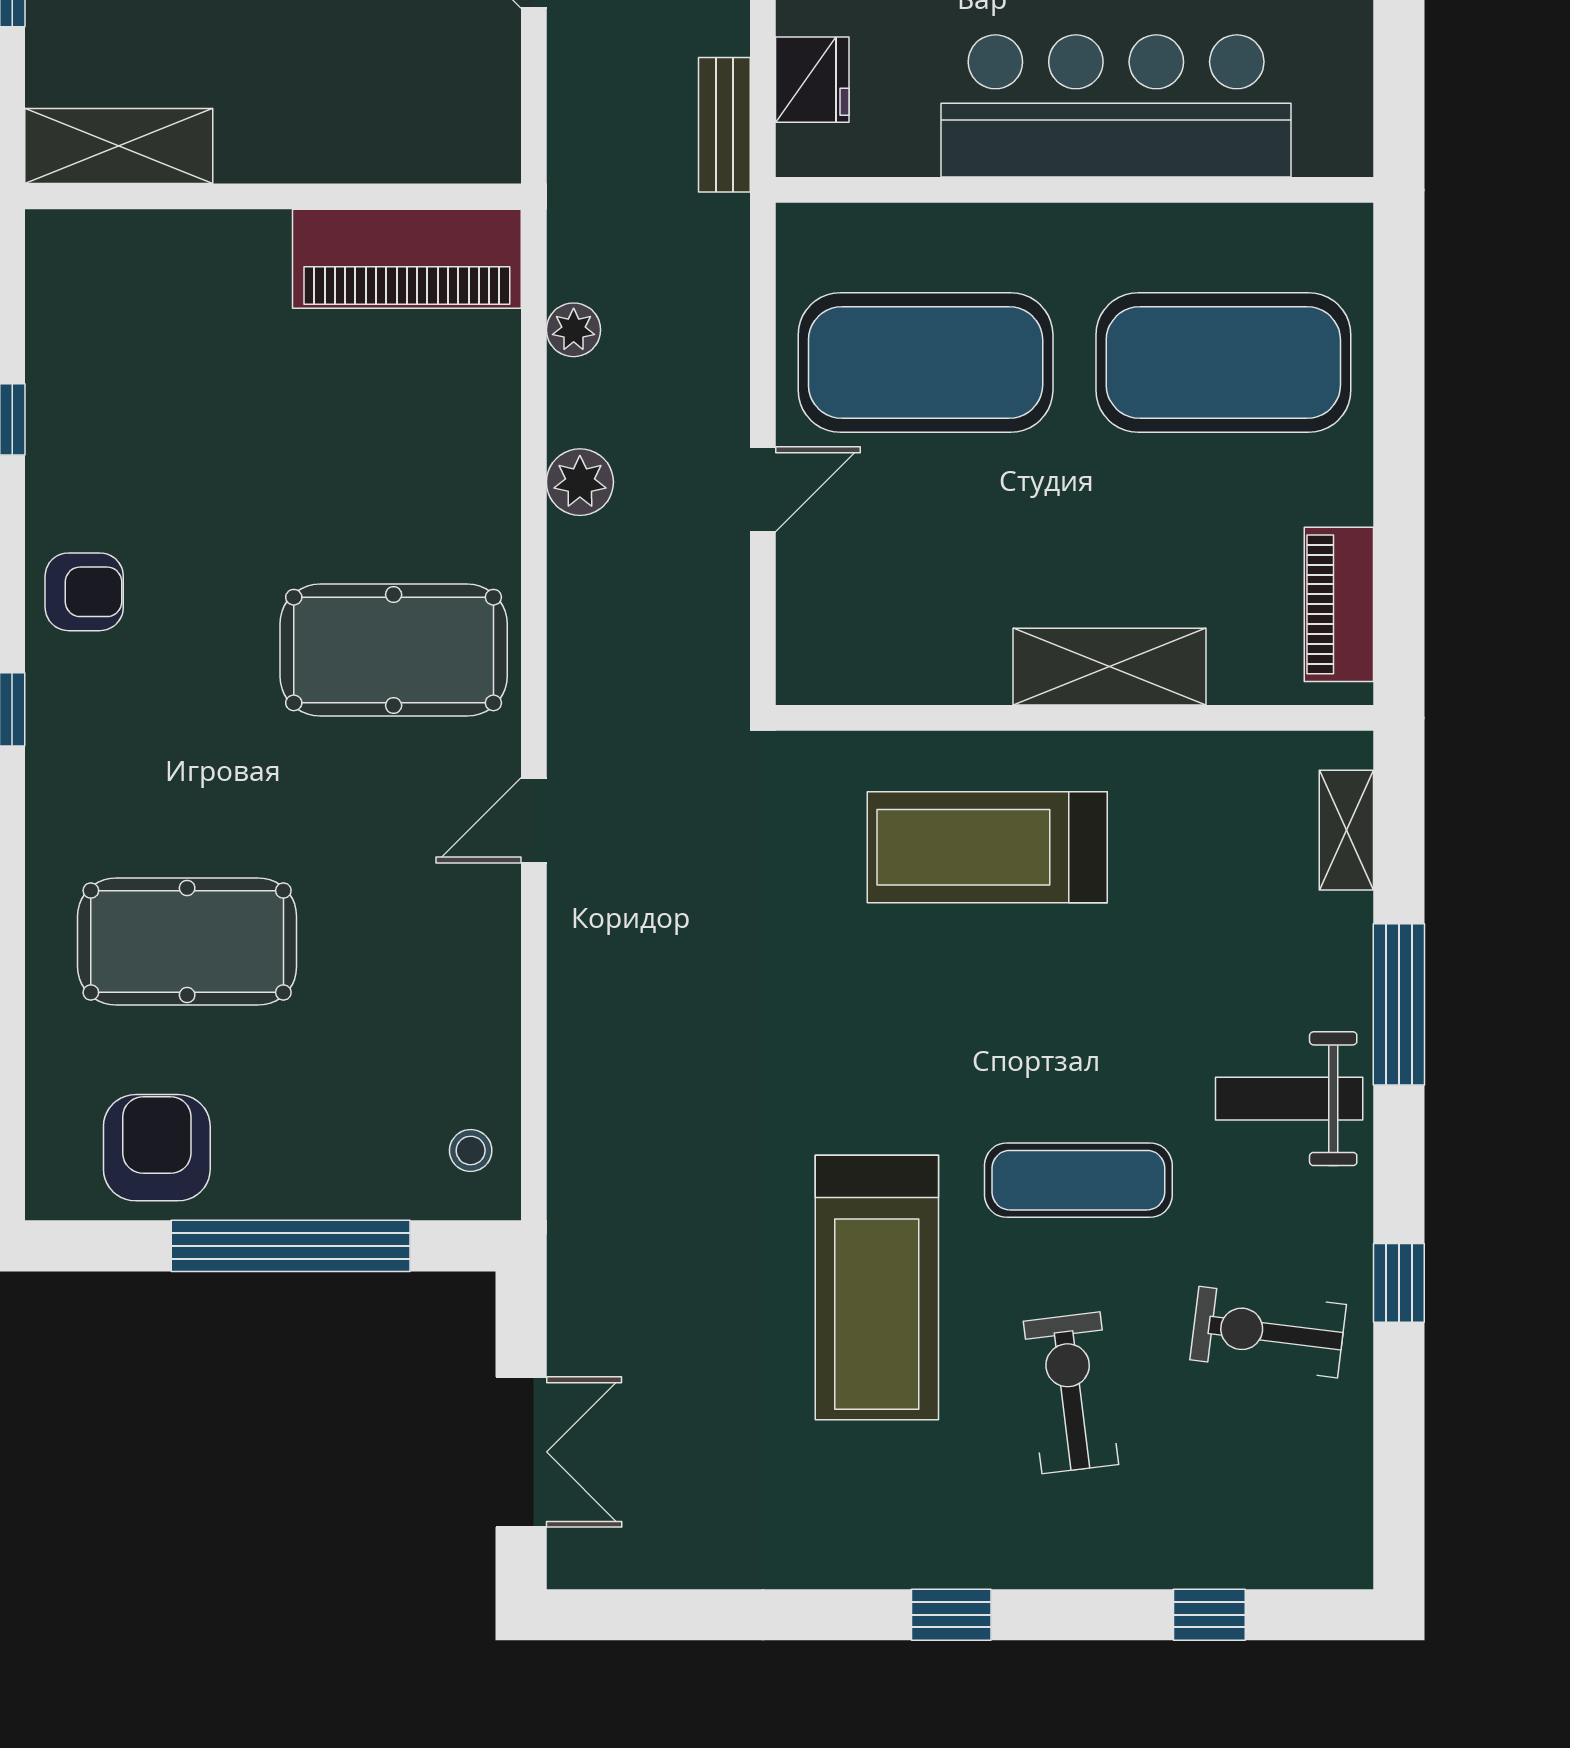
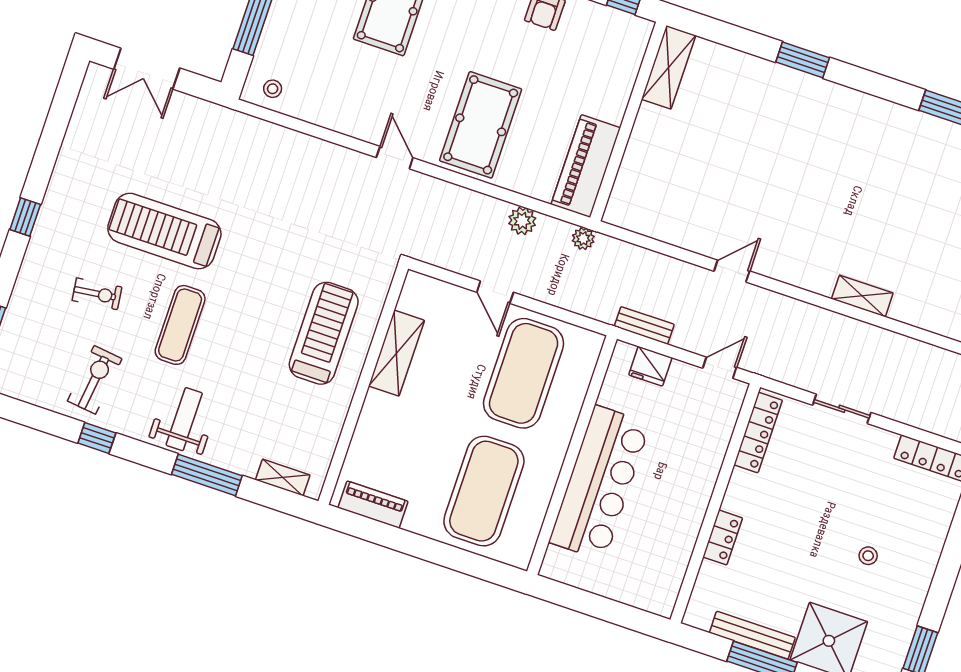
shelving: (119, 146) -> (669, 67), moved
wall: (273, 196) -> (628, 121), moved
piano: (407, 259) -> (586, 166), moved
shelving: (1110, 667) -> (397, 353), moved
exercise bike: (1071, 1393) -> (97, 294), width x0.73, depth x0.72

